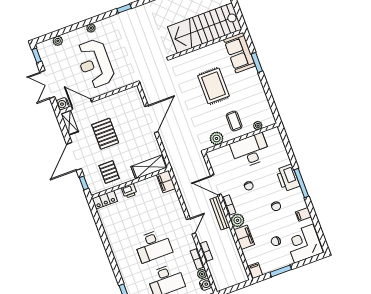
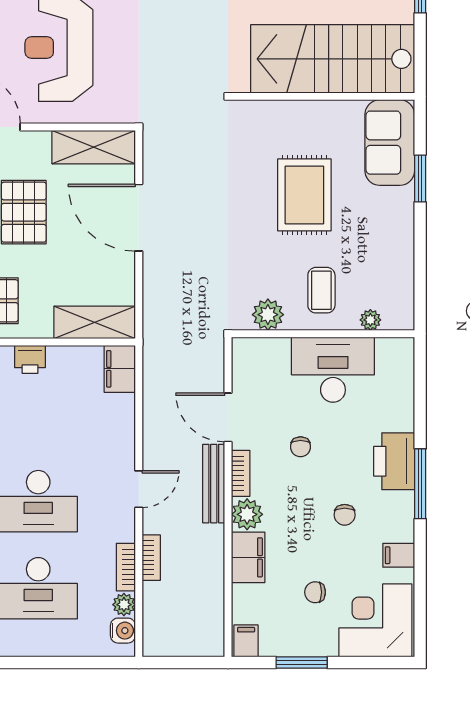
shelving: (123, 98) -> (94, 147), added
door: (151, 119) -> (139, 218), swing flipped

